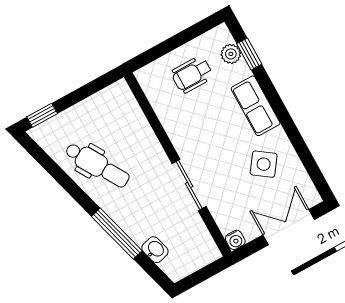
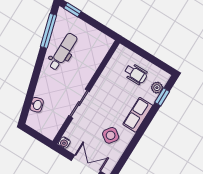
wheelchair: (192, 74) -> (136, 74), turned 180
dental chair: (97, 165) -> (63, 52), turned -149
window: (117, 234) -> (48, 31), moved

